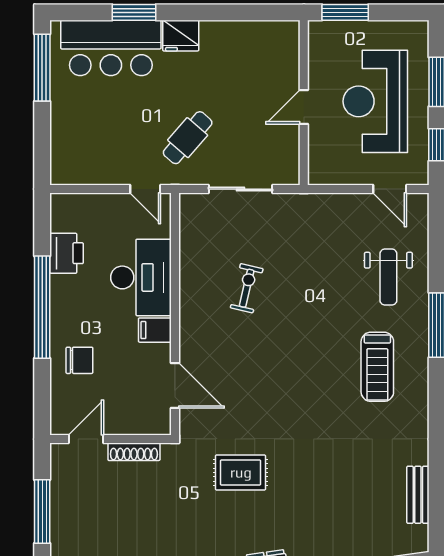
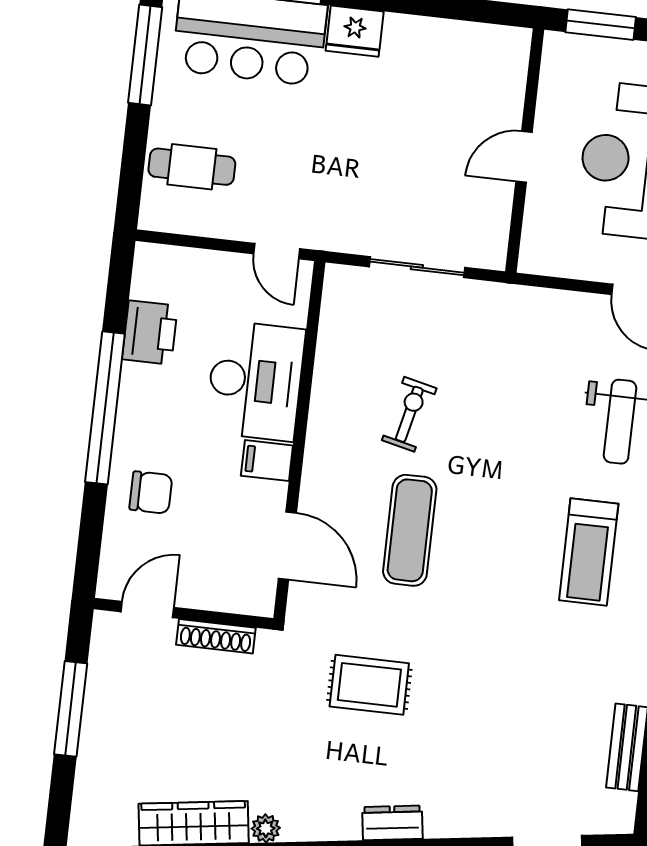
cafe table: (188, 138) -> (192, 167), moved, turned 49
exercise mat: (256, 366) -> (410, 530), added

